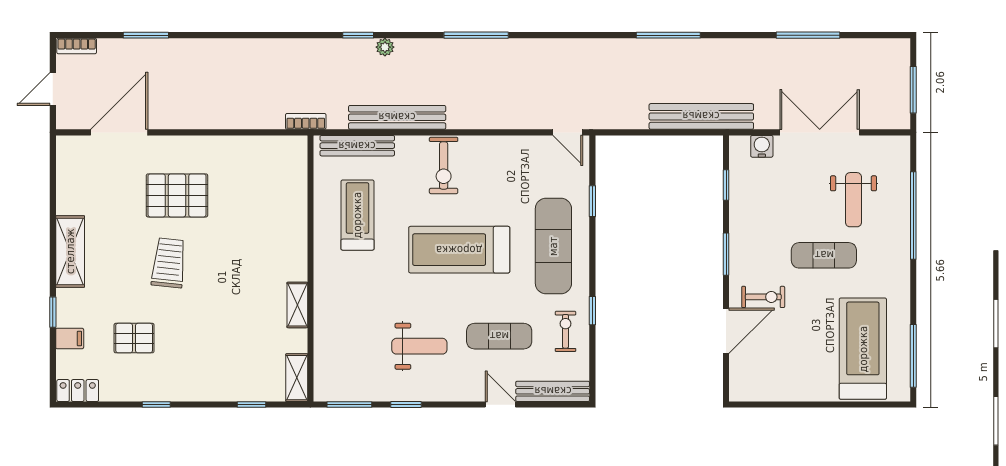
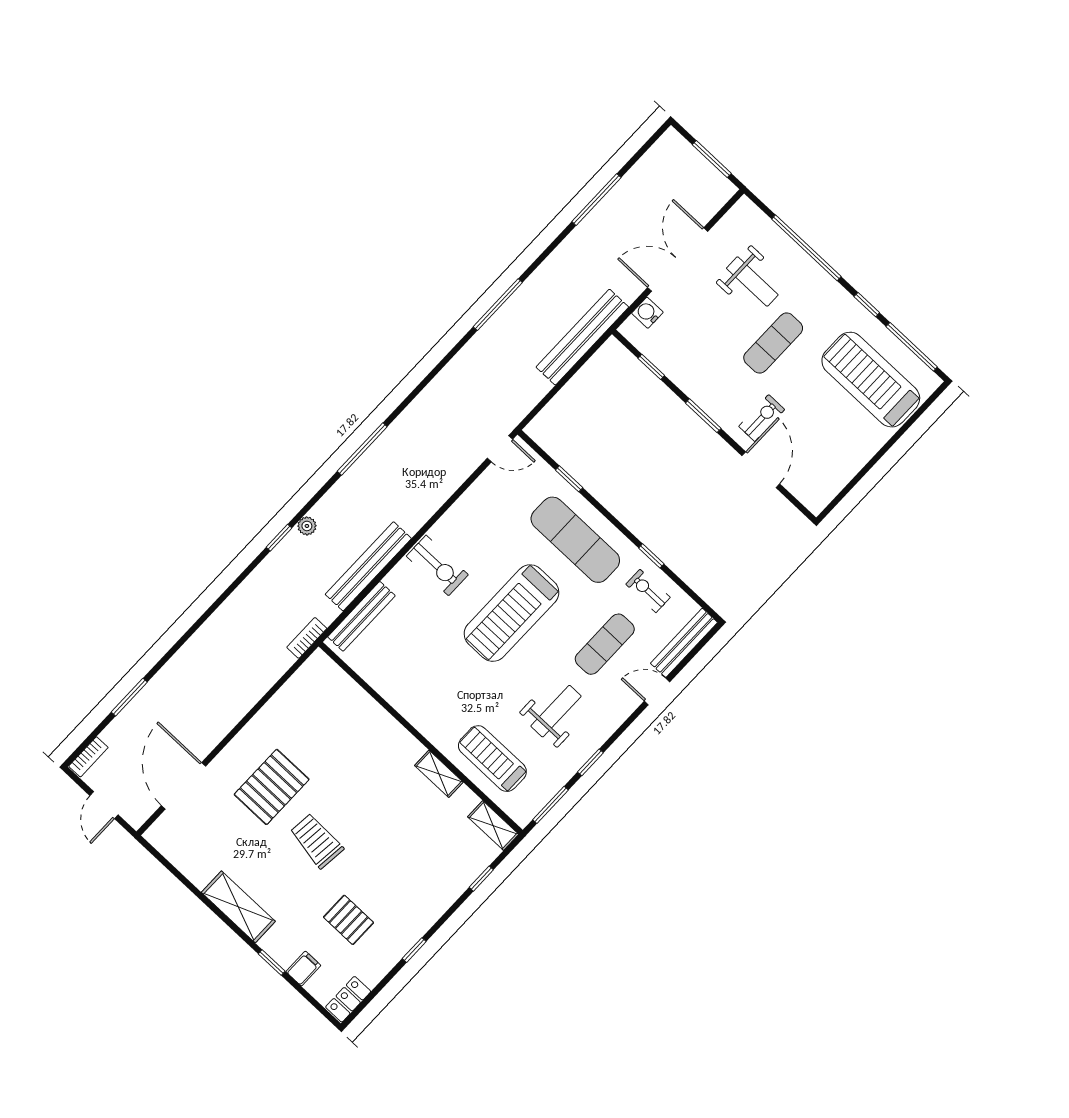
treadmill: (357, 215) -> (492, 759), moved
window: (913, 296) -> (867, 305), added
pallet: (134, 338) -> (349, 920), turned 90

